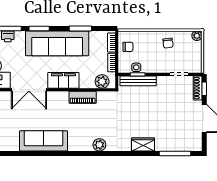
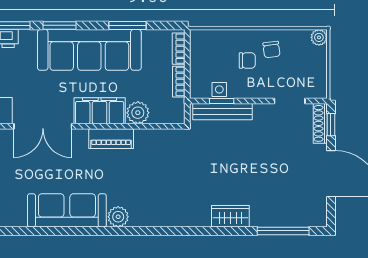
chair: (128, 47) -> (247, 60), moved
plant: (102, 81) -> (138, 113), moved
piano: (83, 97) -> (111, 139), moved
plant: (99, 145) -> (118, 217), moved

